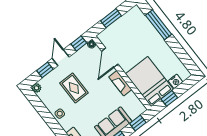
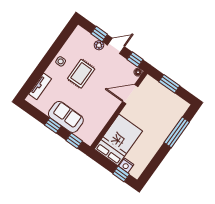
fireplace: (120, 83) -> (108, 112), removed
plant: (37, 88) -> (99, 45), moved
rug: (74, 88) -> (81, 74), moved
window: (169, 98) -> (121, 174), moved

